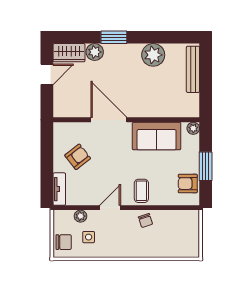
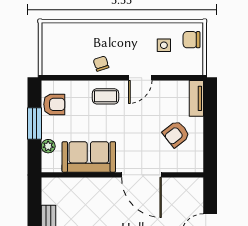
plant: (193, 128) -> (48, 146), moved
coffee table: (141, 191) -> (106, 96), turned 90
plant: (80, 216) -> (173, 68), removed

